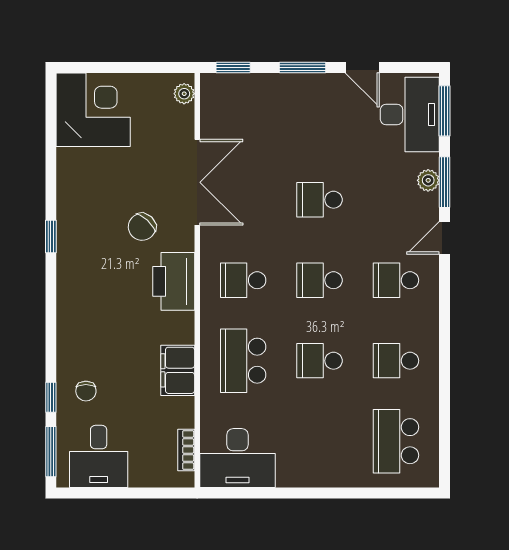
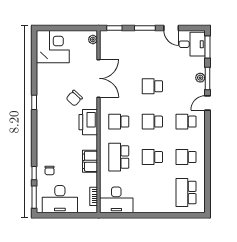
desk: (410, 114) -> (192, 44), width x0.73
desk: (99, 456) -> (60, 199), width x1.37

